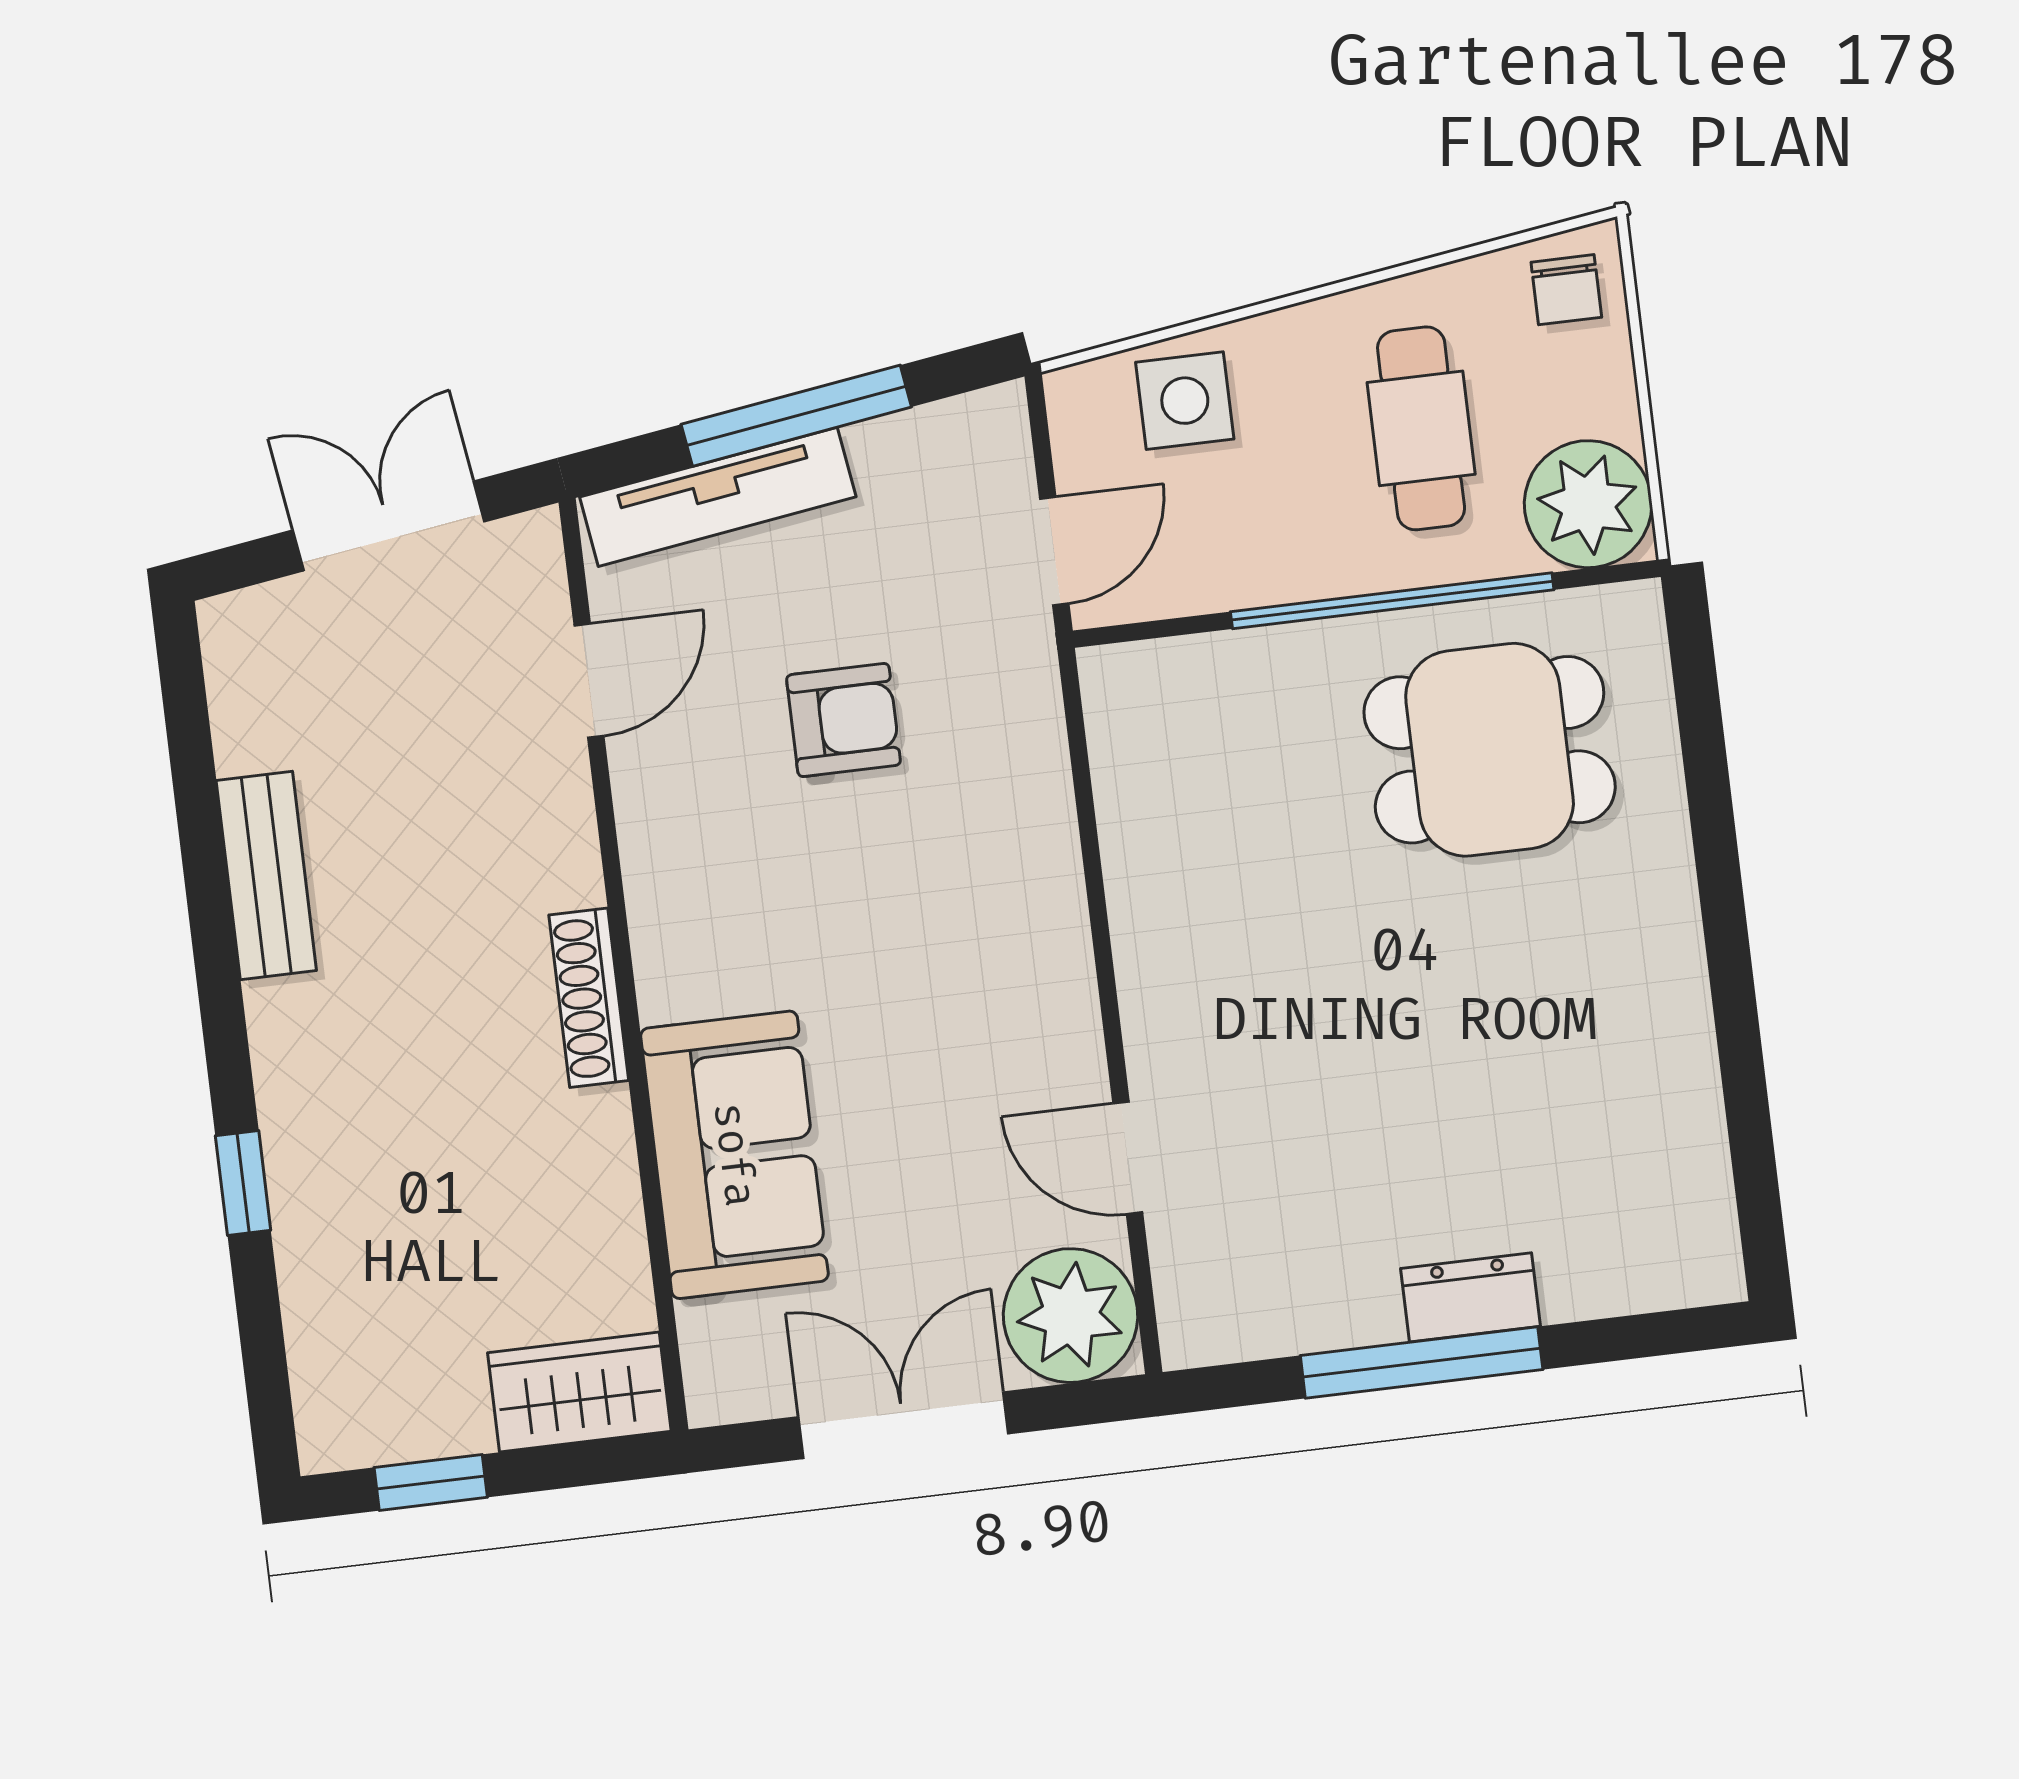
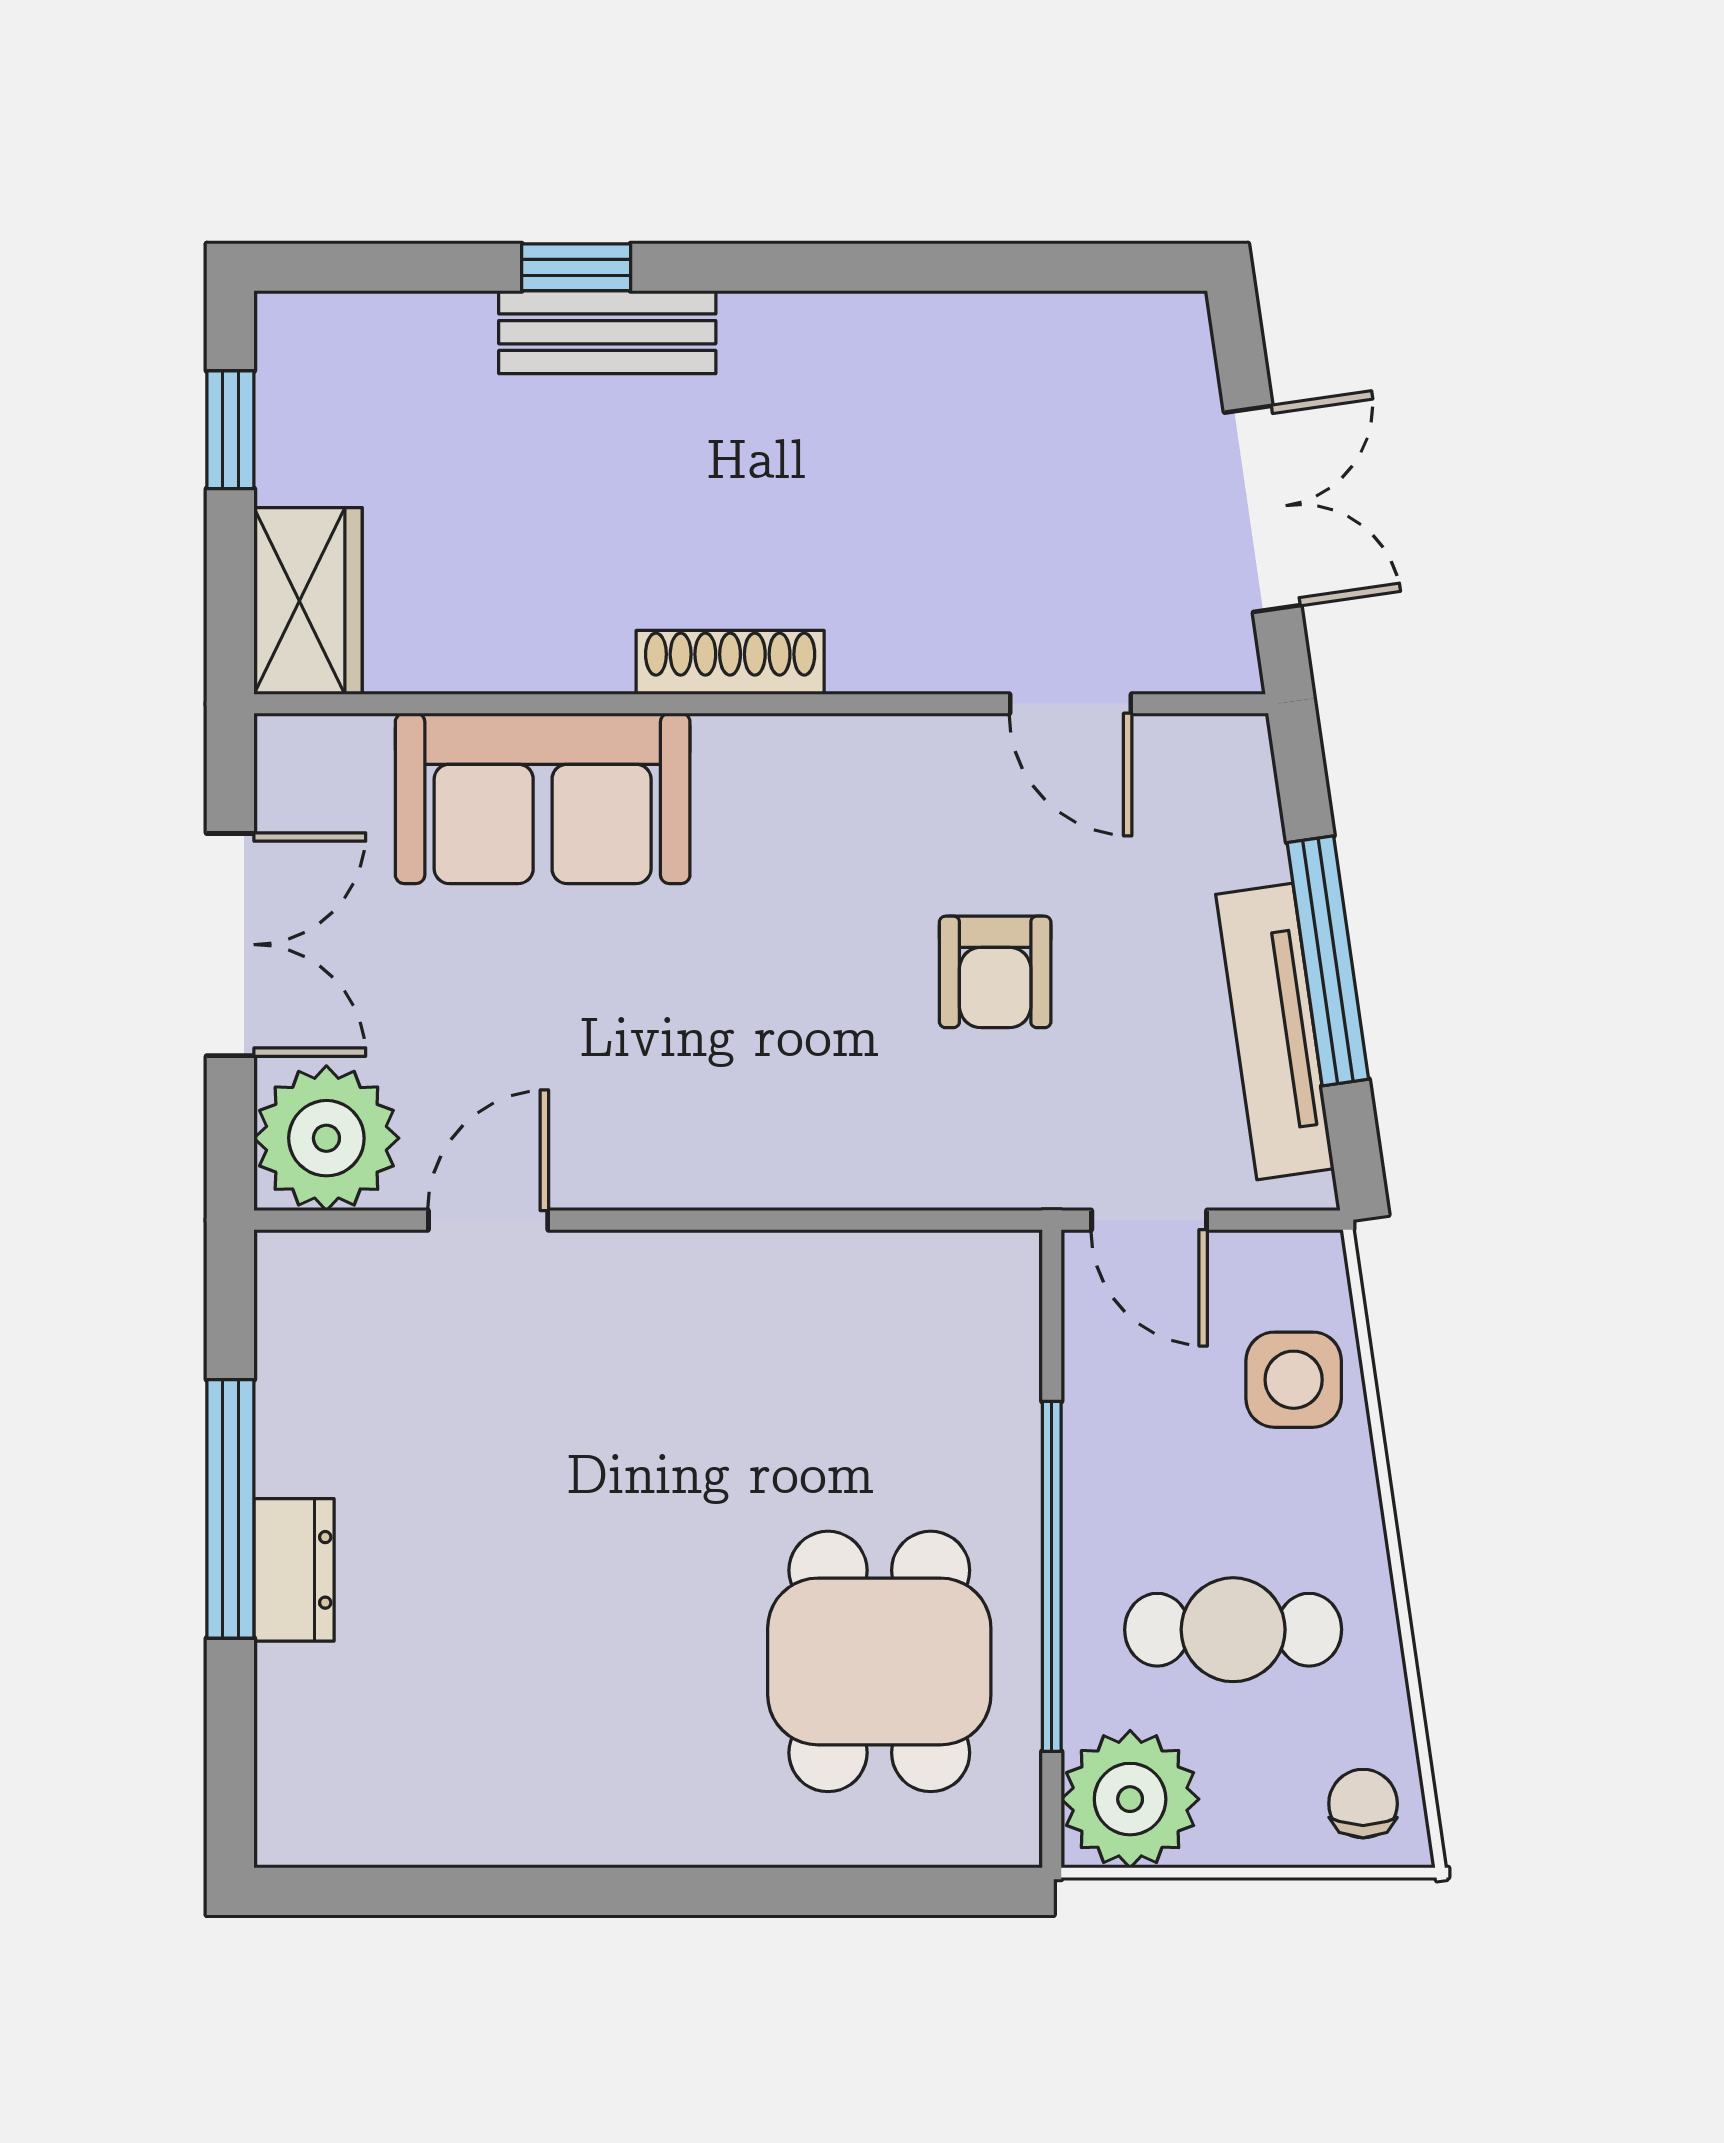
chair: (1566, 290) -> (1363, 1804), turned 90
tv unit: (718, 497) -> (1275, 1031), moved
bench: (266, 876) -> (607, 332), moved

